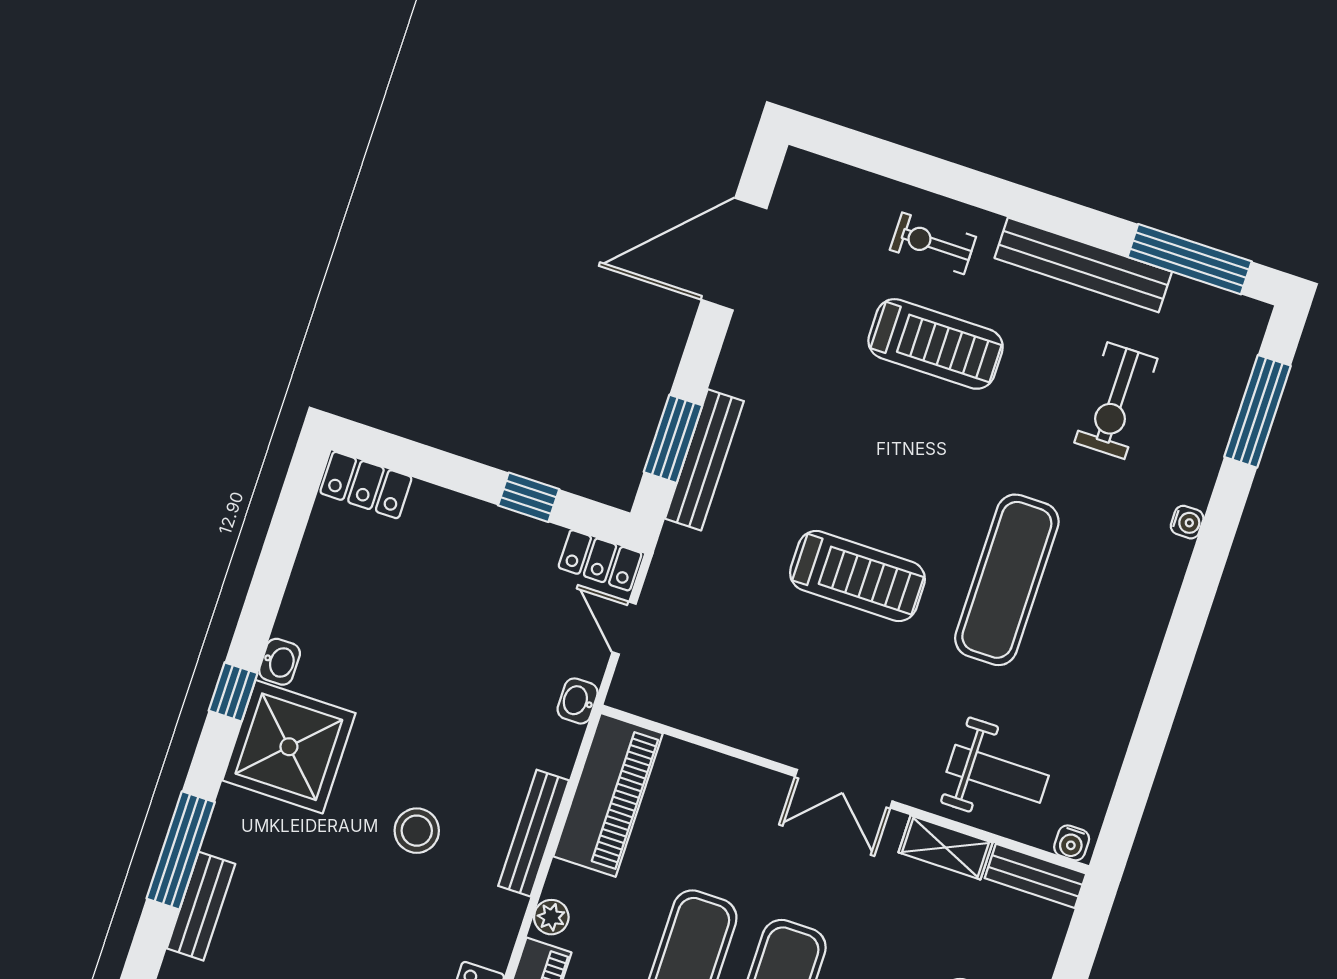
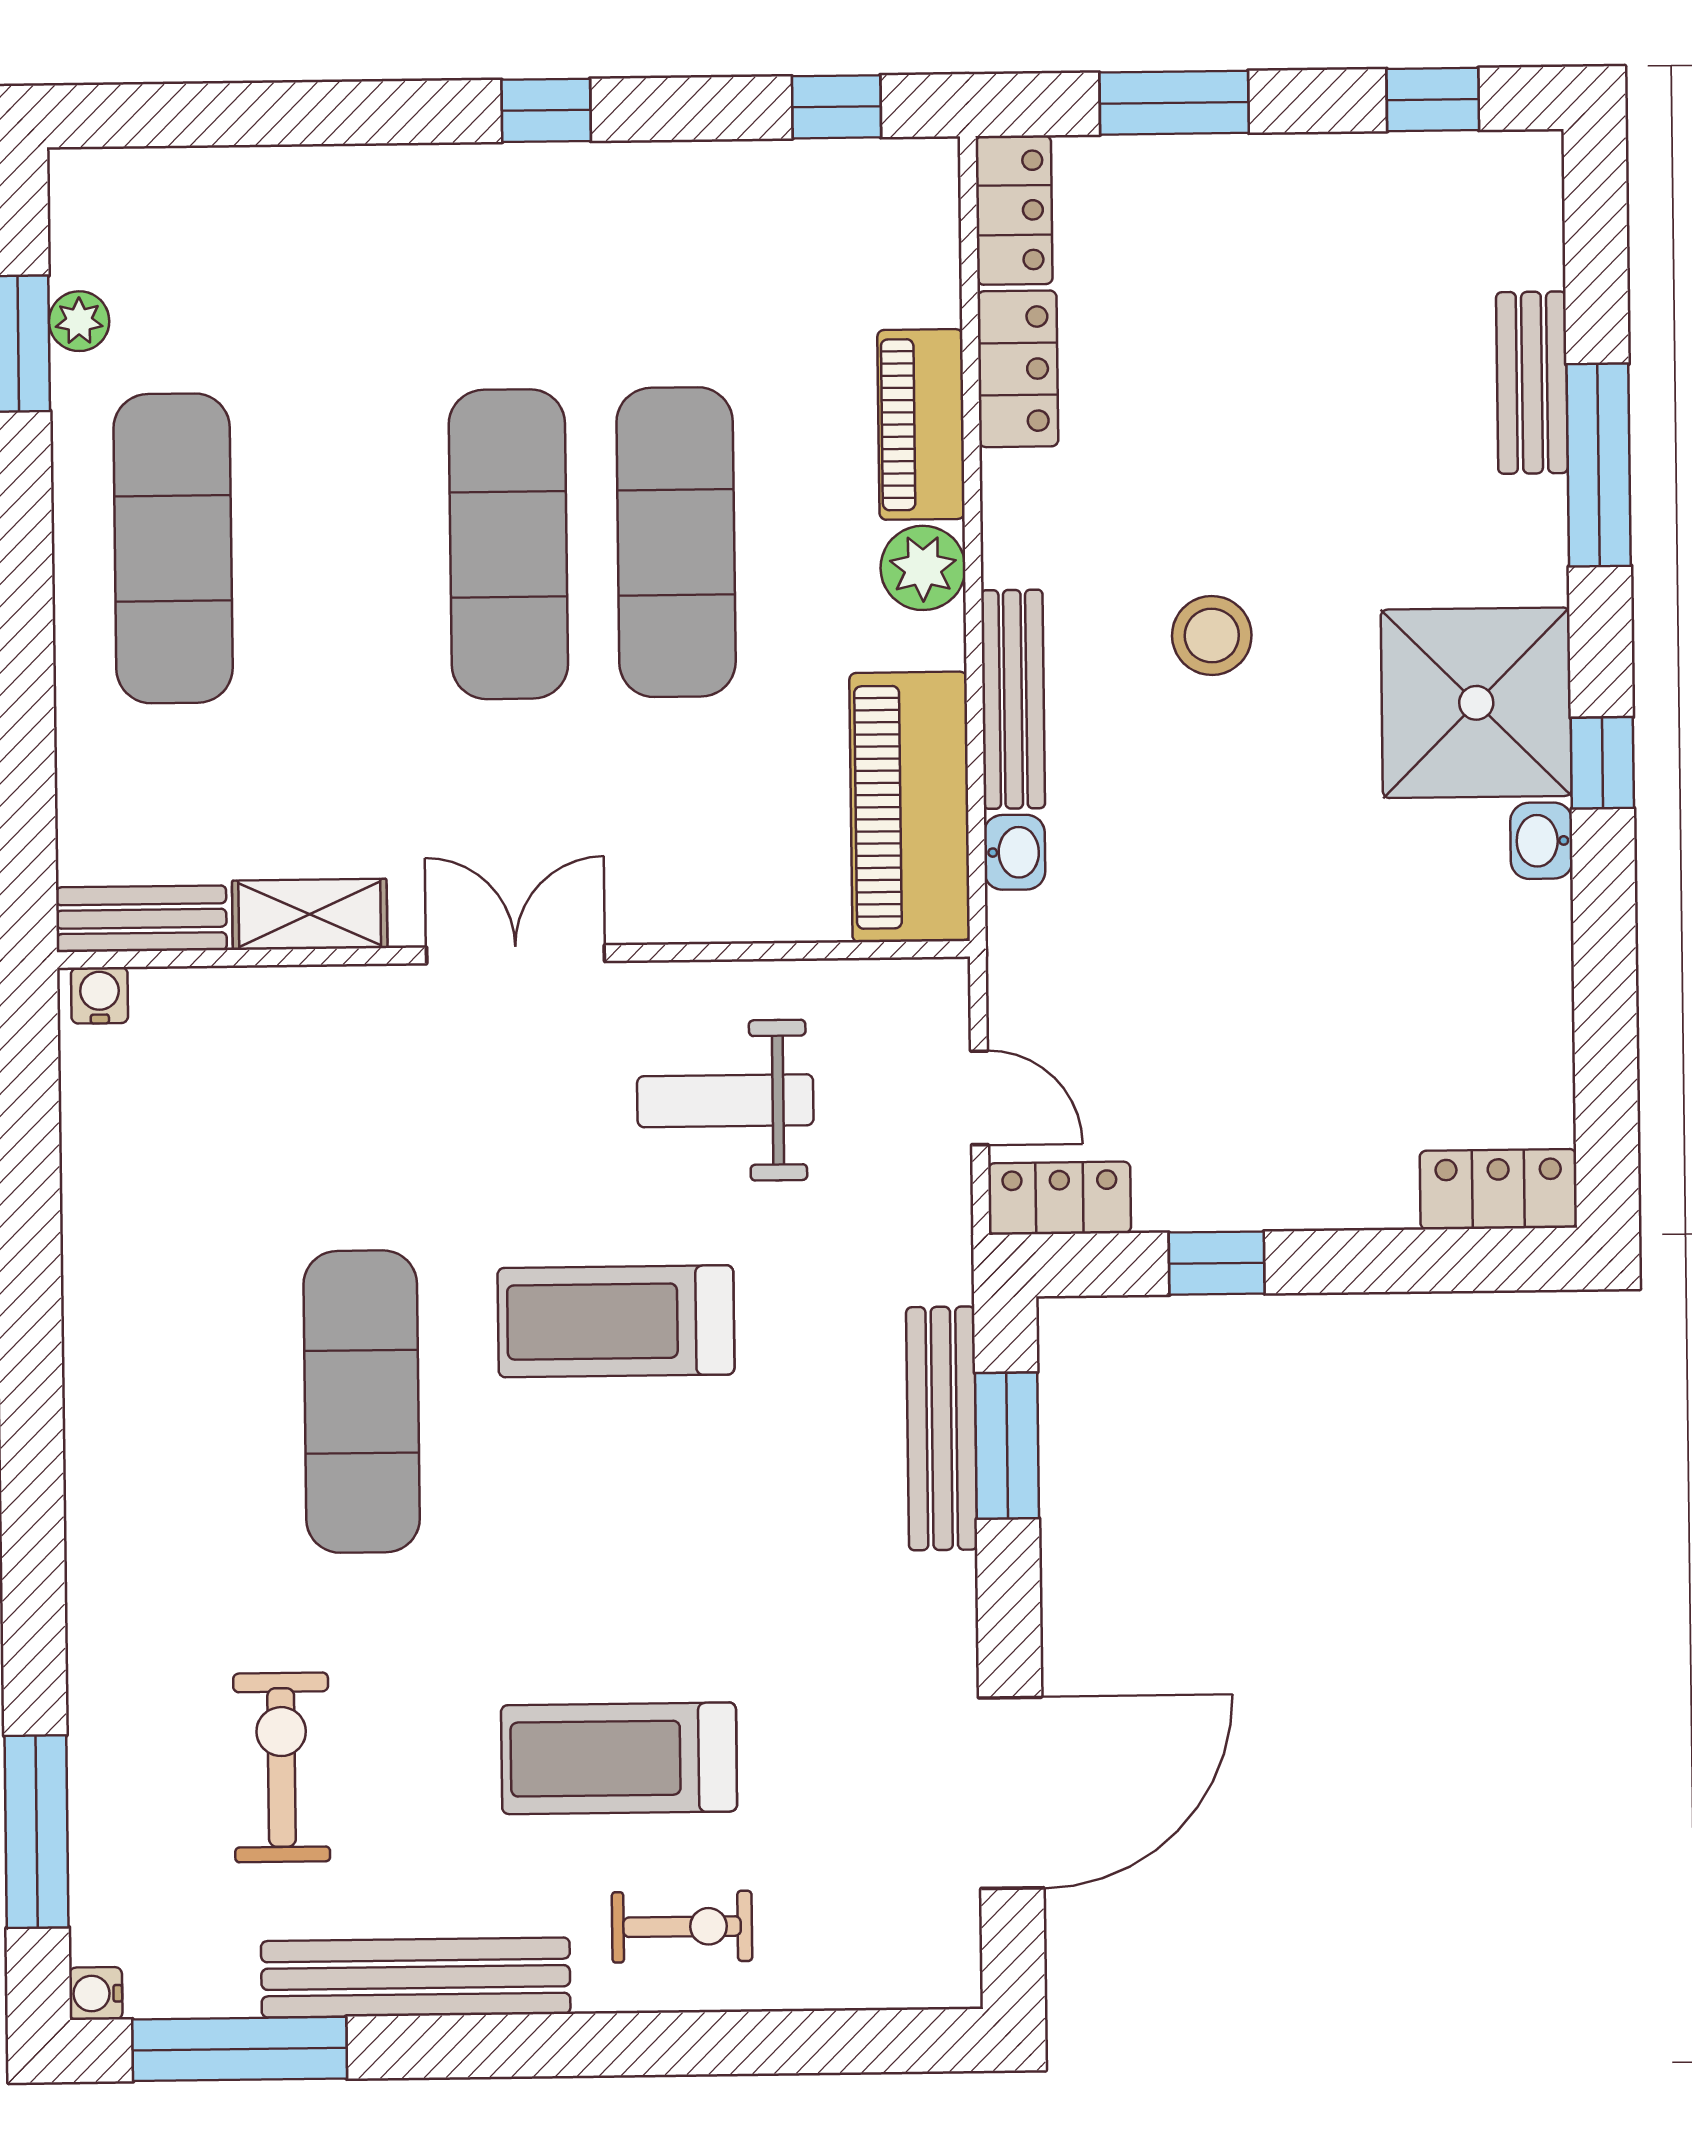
water cooler: (1187, 522) -> (96, 1993), moved
washbasin: (578, 701) -> (1015, 852), moved
weight bench: (998, 774) -> (725, 1101), moved
plant: (551, 917) -> (923, 568), width x1.38, depth x1.38

